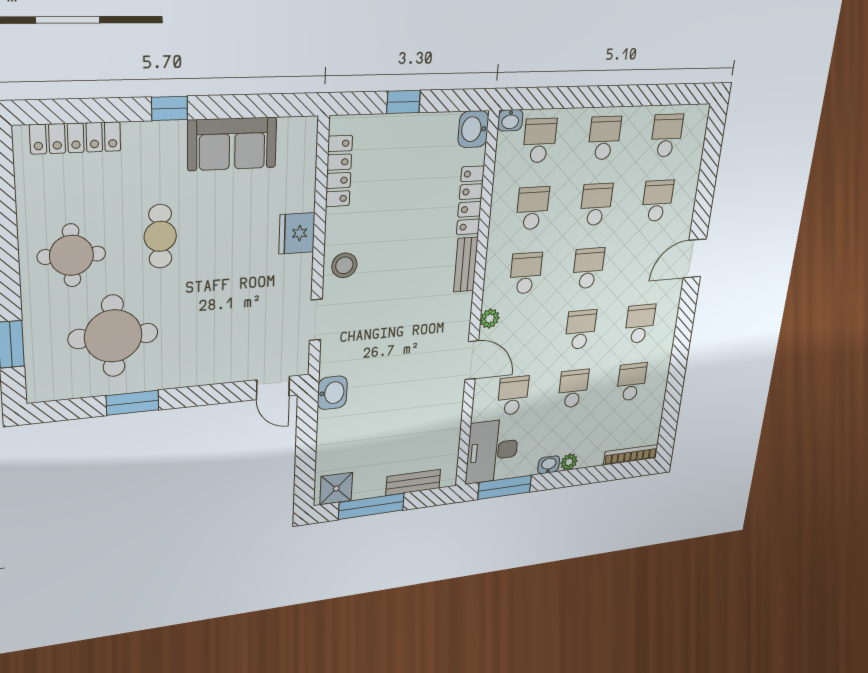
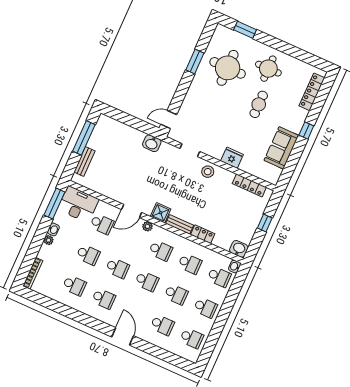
locker: (470, 201) -> (203, 234), width x0.66
cafe table: (160, 236) -> (259, 104), turned 90
shower: (336, 489) -> (161, 213), moved

